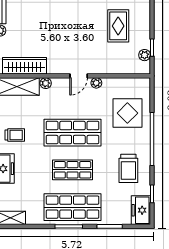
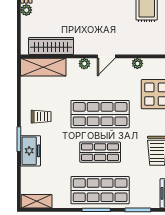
plant: (46, 83) -> (84, 64), moved
plant: (96, 83) -> (137, 63), moved

